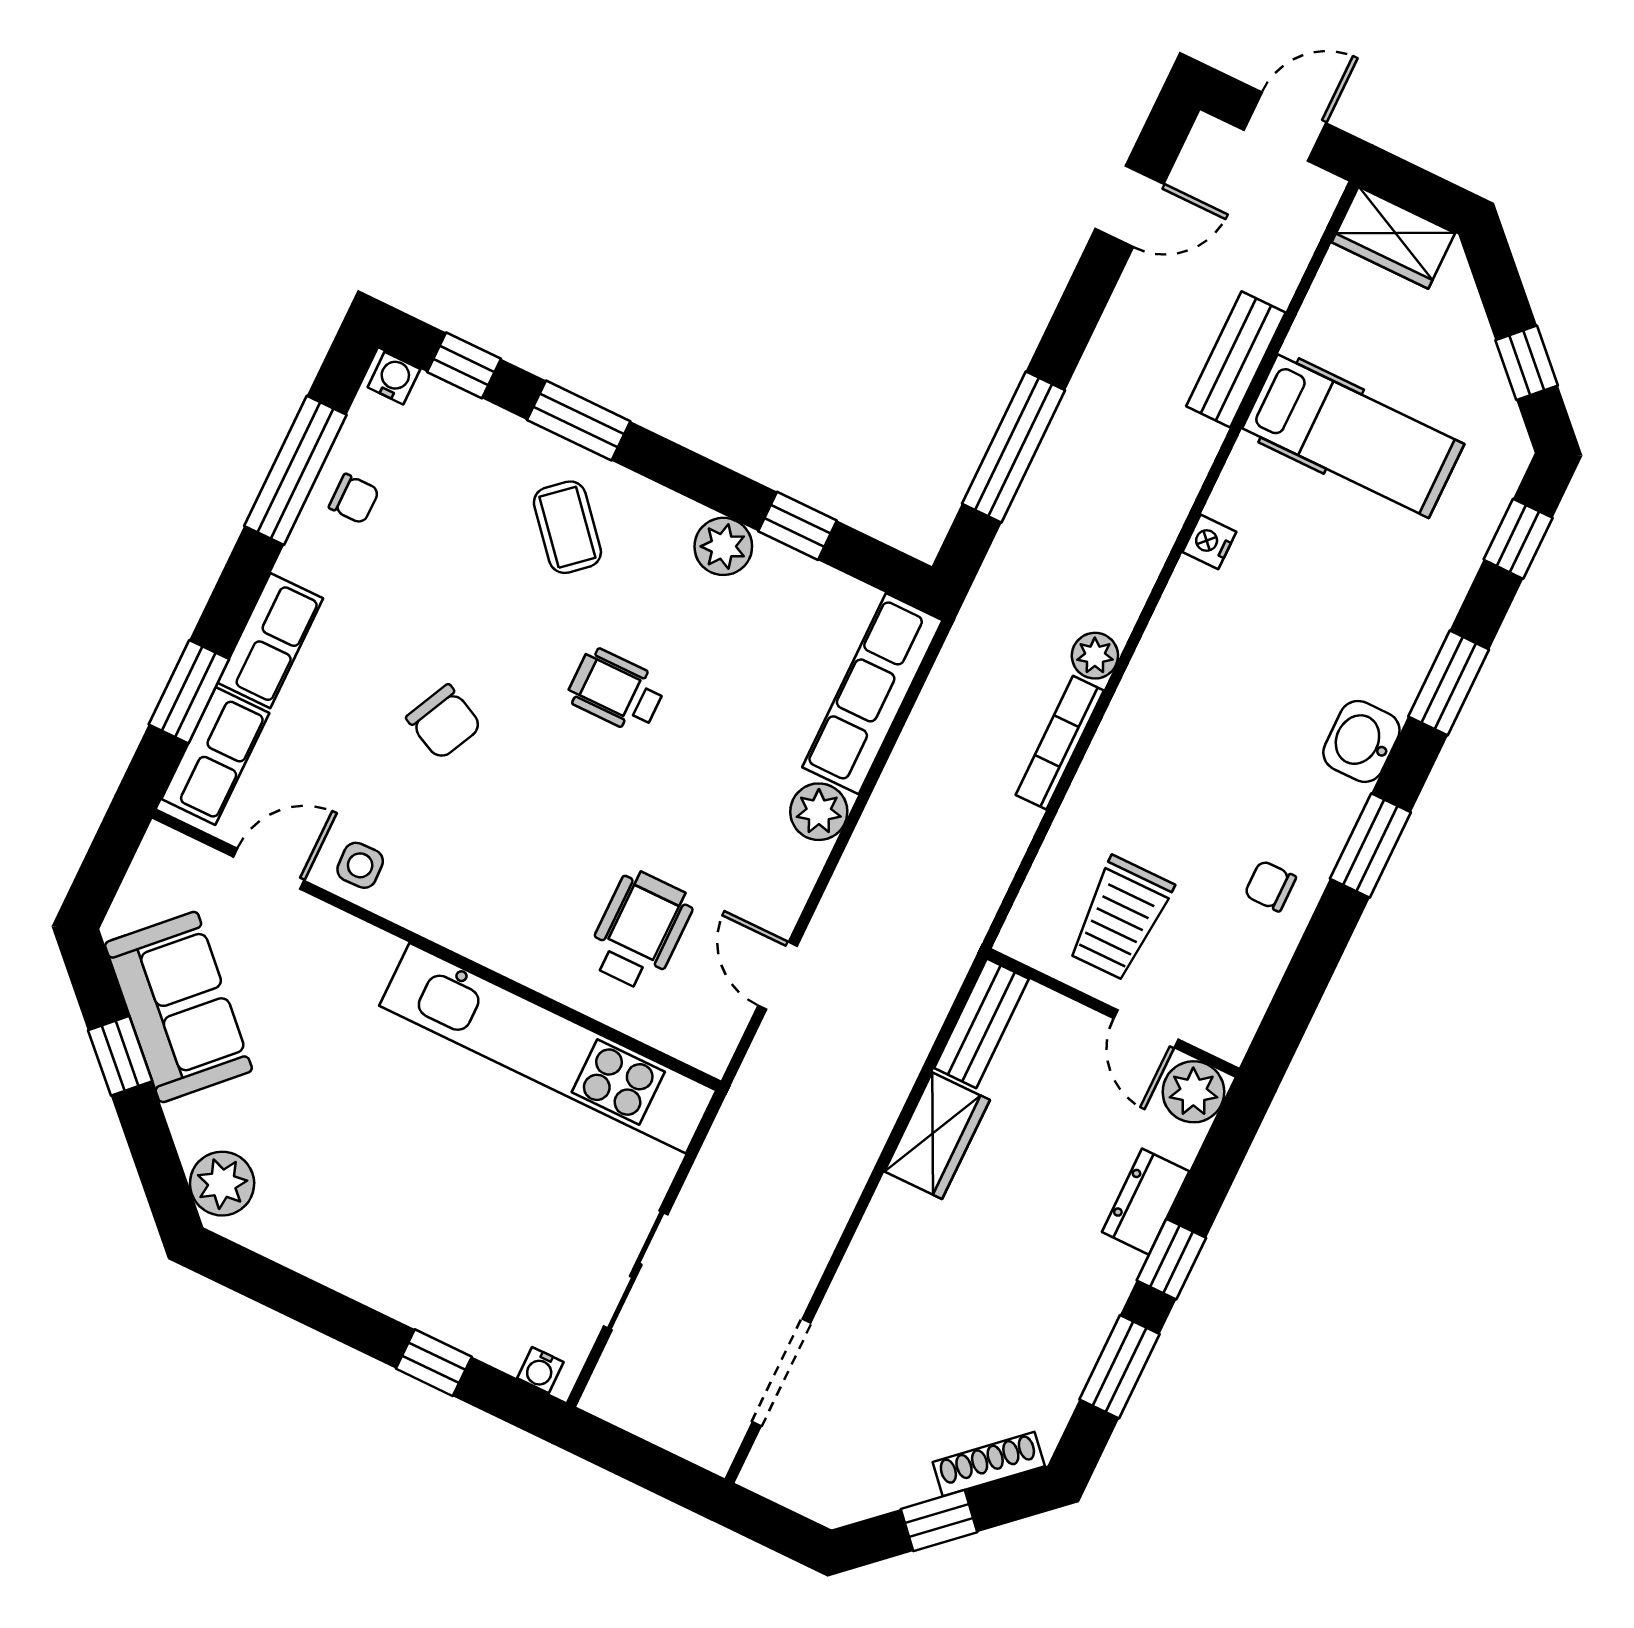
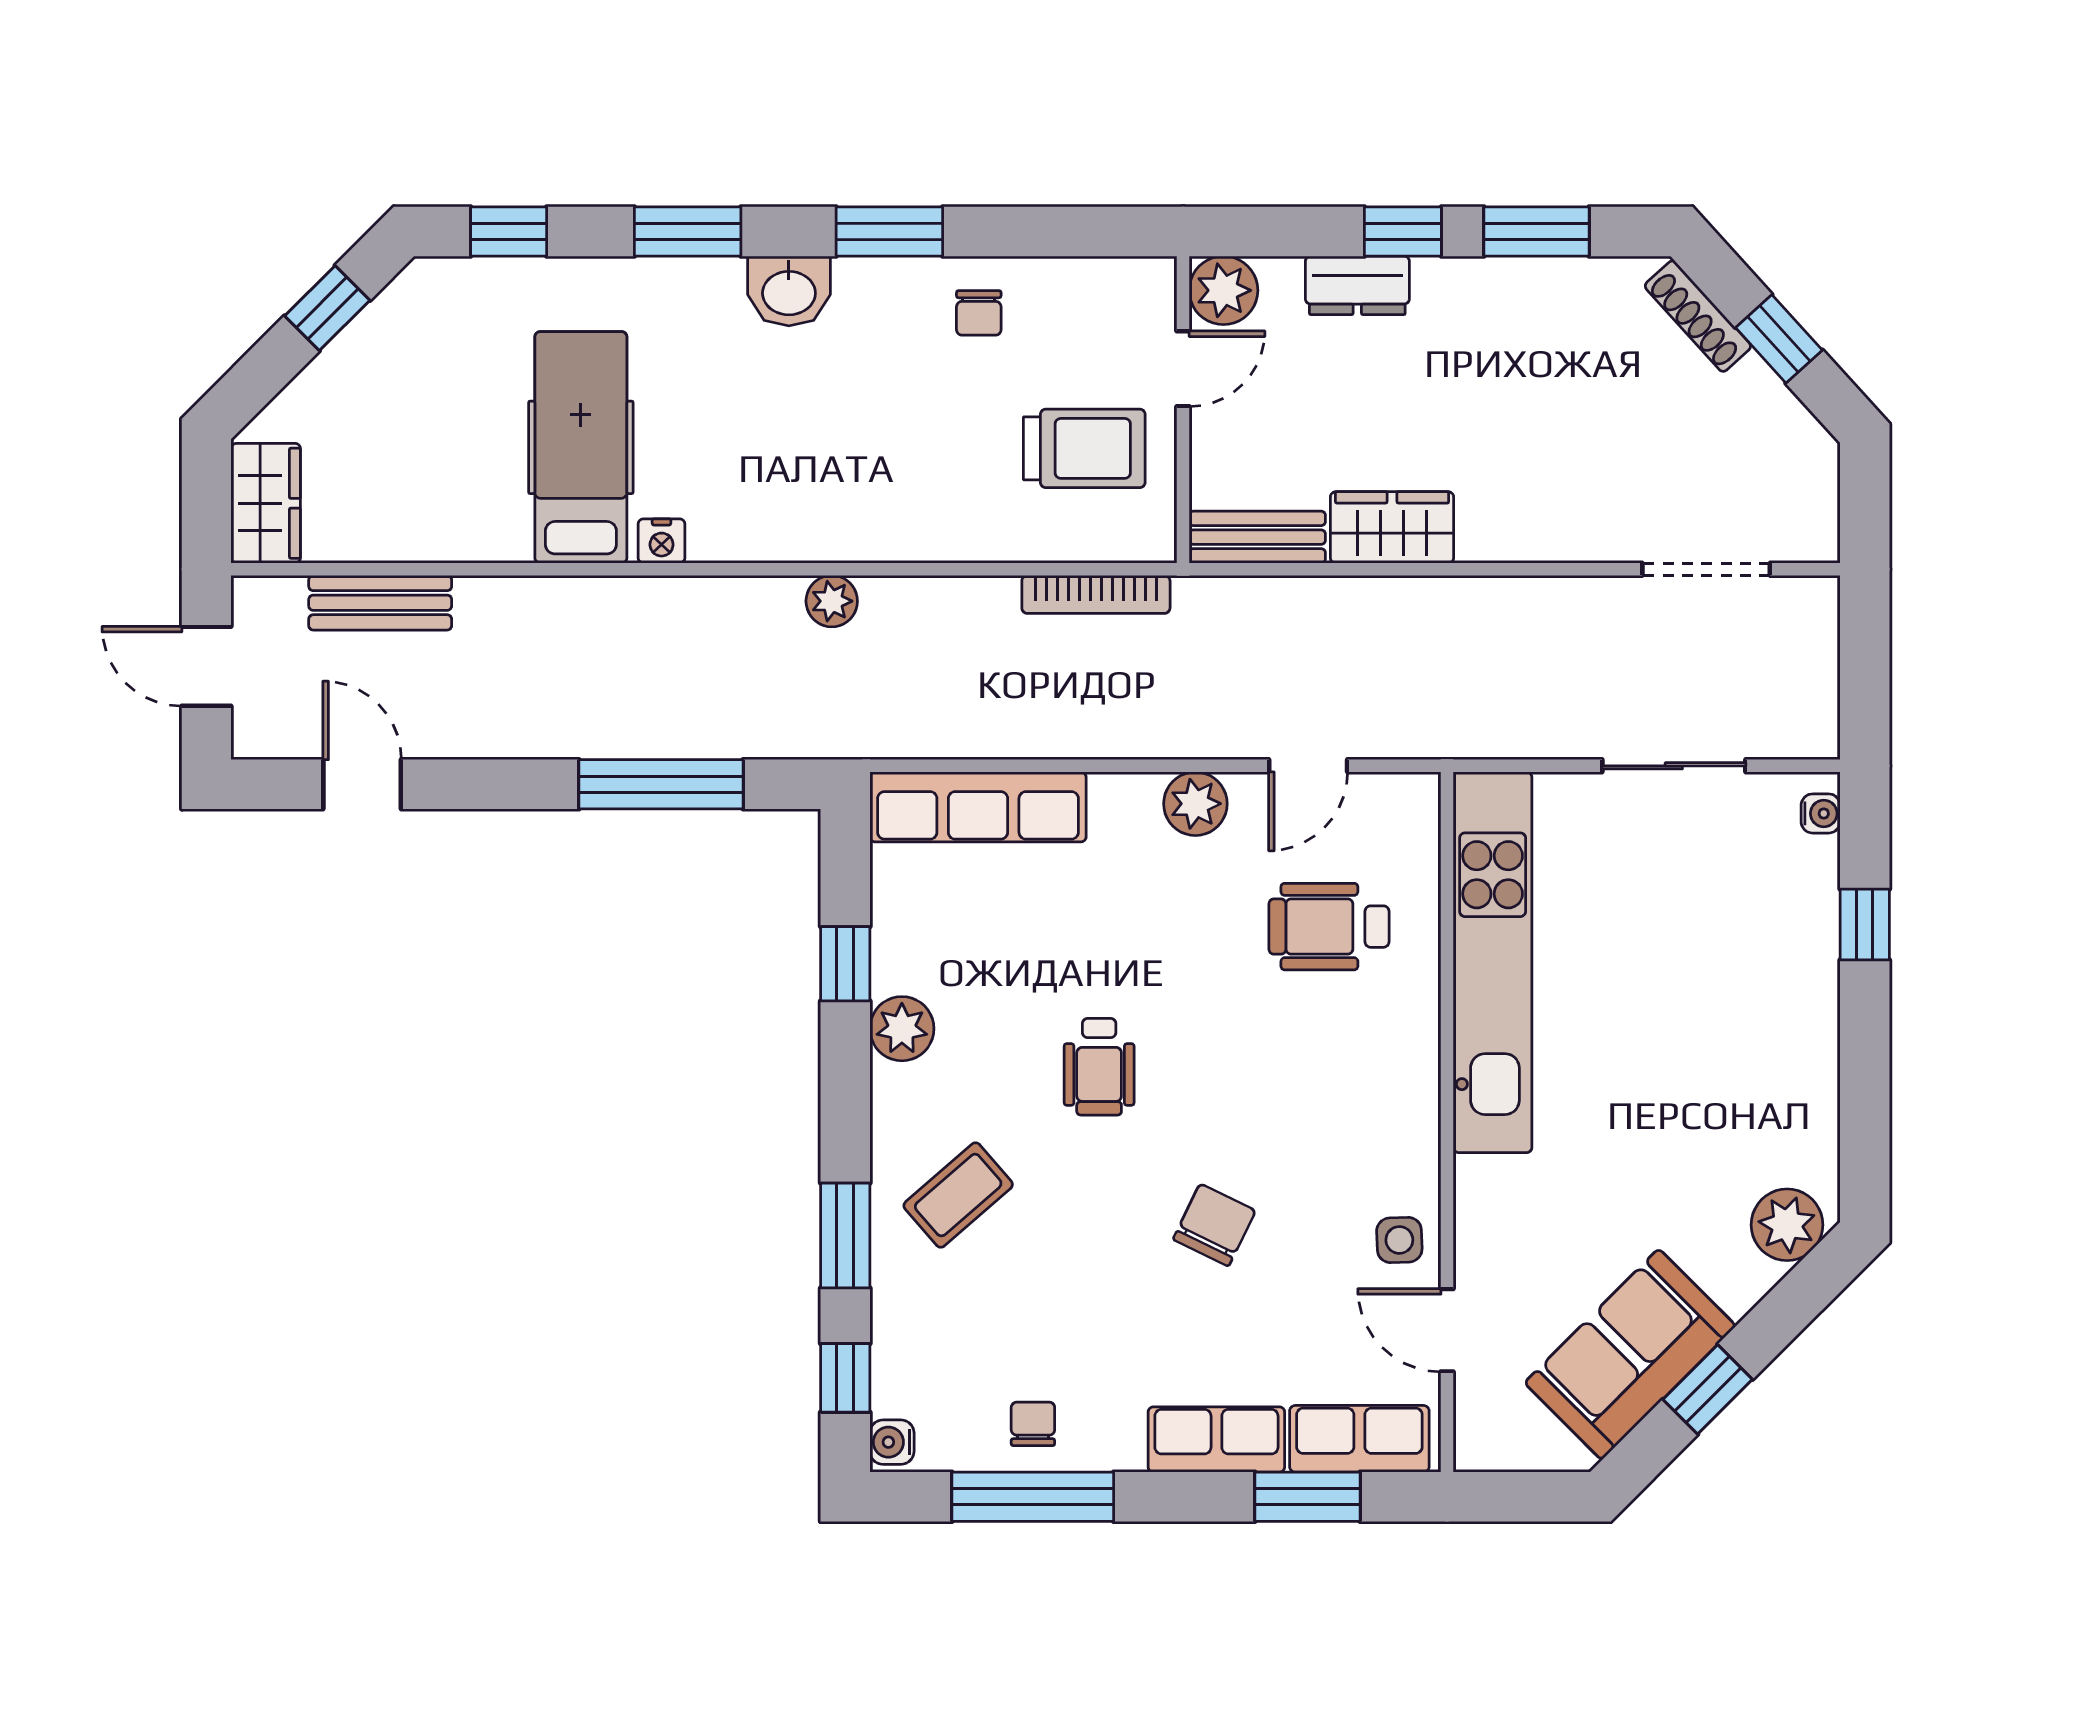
bench: (1236, 359) -> (380, 603), moved
hospital bed: (1353, 436) -> (581, 447), moved
bookcase: (1060, 743) -> (1096, 594), moved
plant: (819, 812) -> (1195, 804), moved

